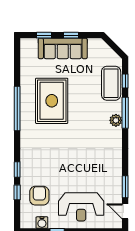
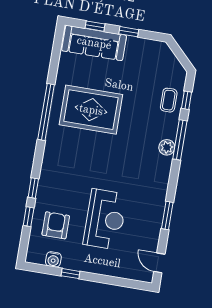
sofa: (63, 48) -> (94, 43), moved
coffee table: (111, 83) -> (169, 100), width x0.54, depth x0.58
rug: (52, 101) -> (91, 110), turned 90
window: (125, 187) -> (167, 215), moved
reception desk: (81, 207) -> (105, 219), moved, turned -90

